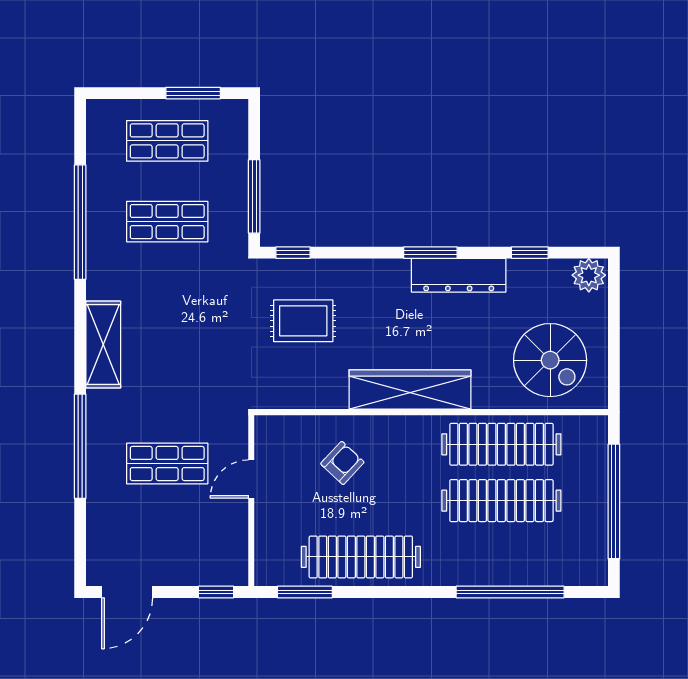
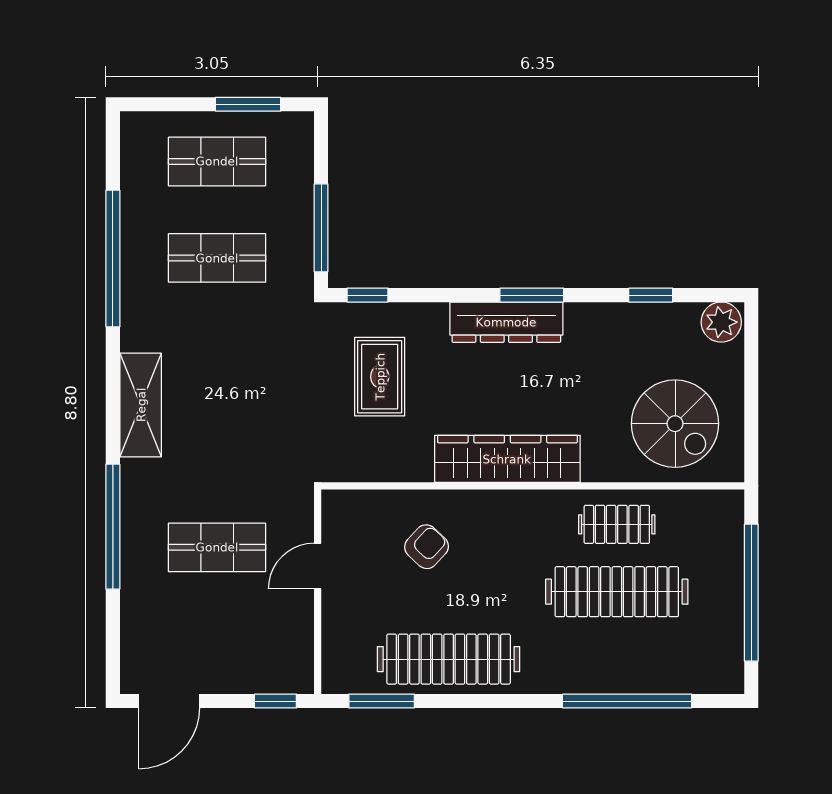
dresser: (459, 275) -> (506, 322), moved
rug: (303, 321) -> (380, 377), turned 90
clothes rail: (501, 444) -> (617, 524), width x0.54, depth x0.76

